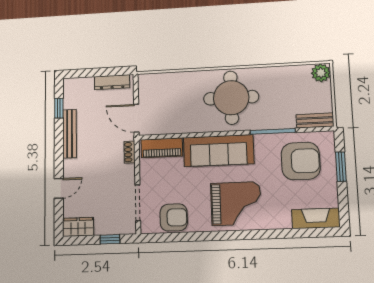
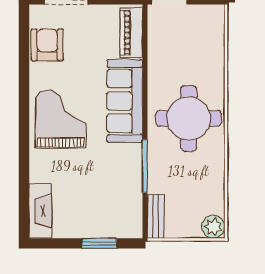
armchair: (301, 161) -> (108, 197), removed
grand piano: (236, 204) -> (61, 119), turned 180
armchair: (174, 217) -> (47, 45), turned 180

